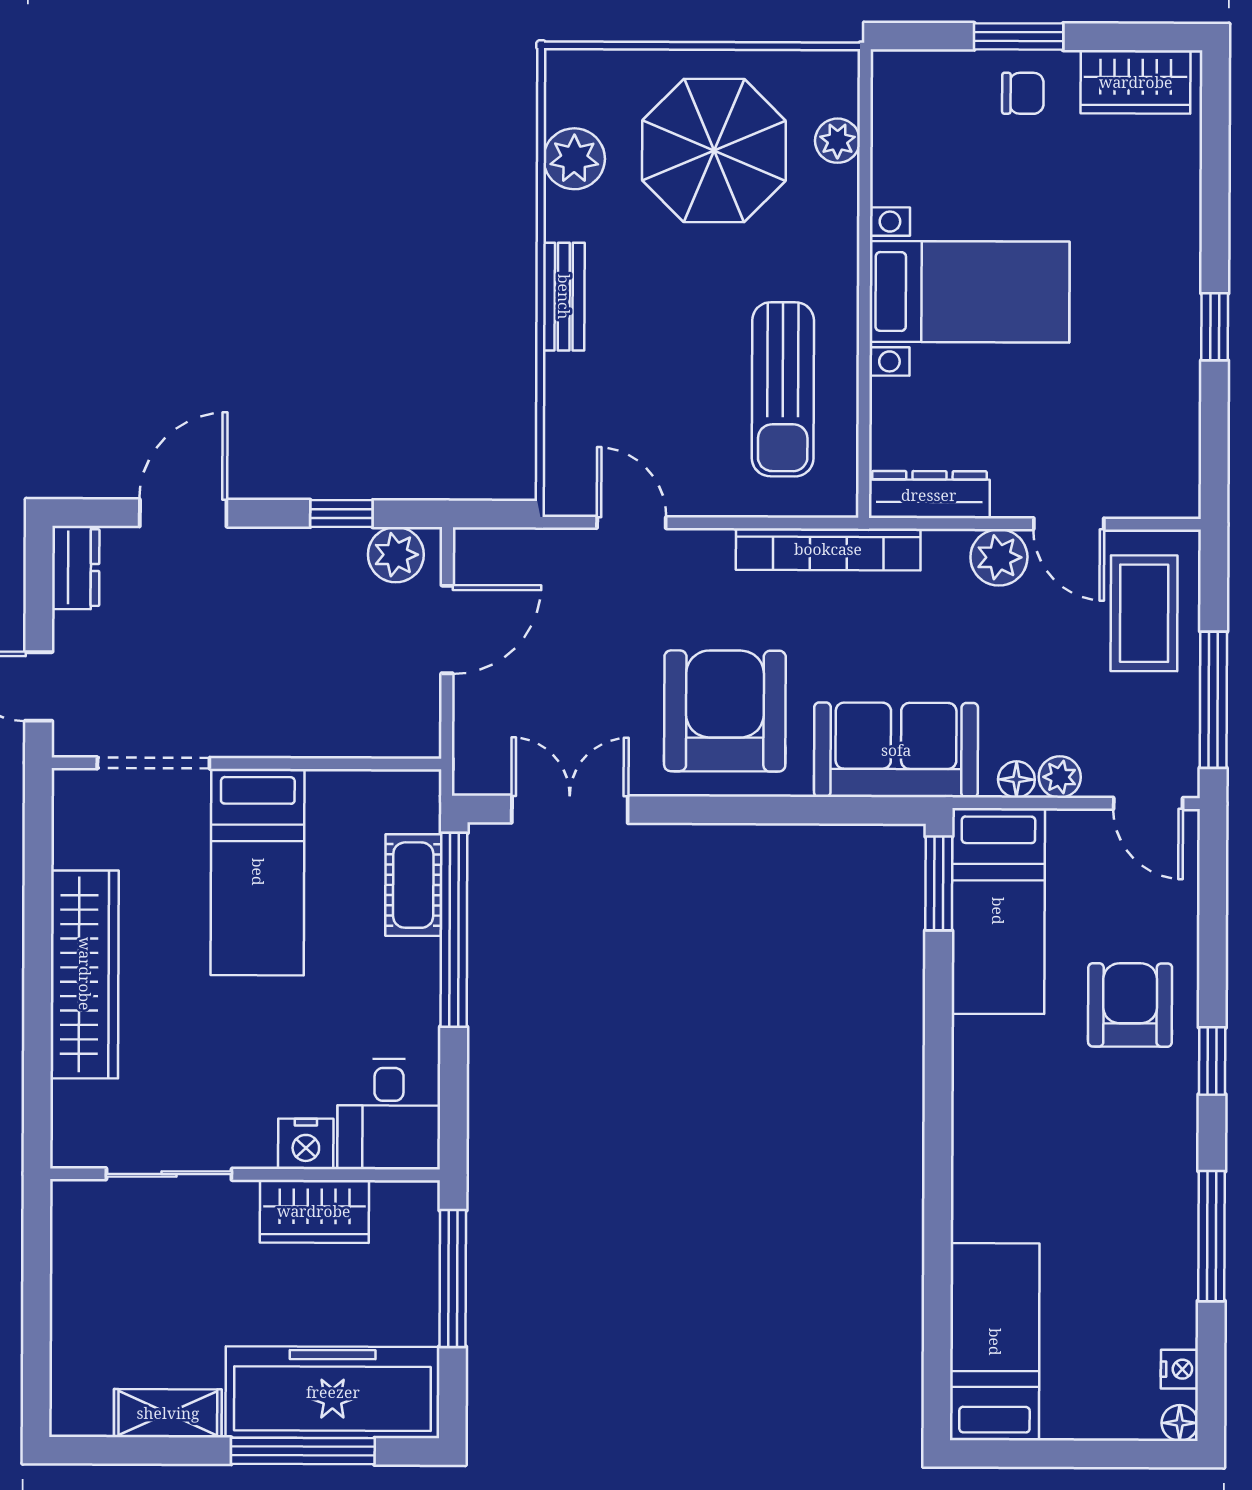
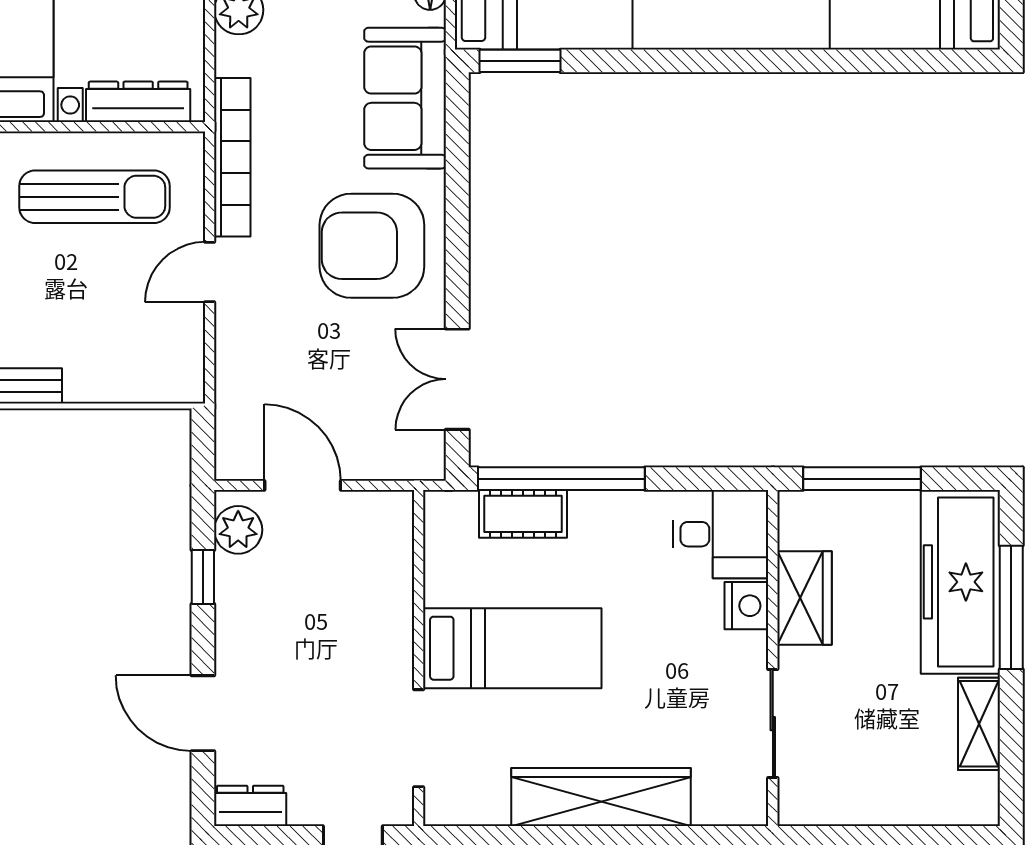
dresser: (929, 495) -> (138, 102), moved, turned 90
door: (631, 522) -> (210, 272), moved

